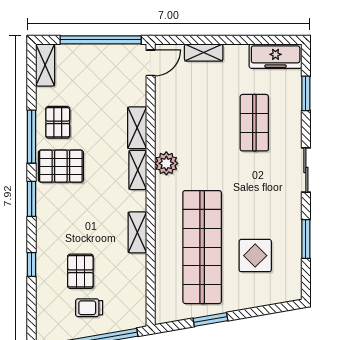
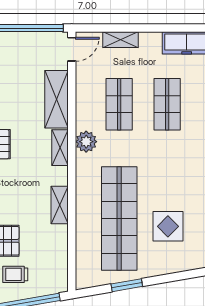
shop shelf: (202, 123) -> (119, 104), added
shelving: (137, 128) -> (56, 99), width x1.50, depth x1.33

